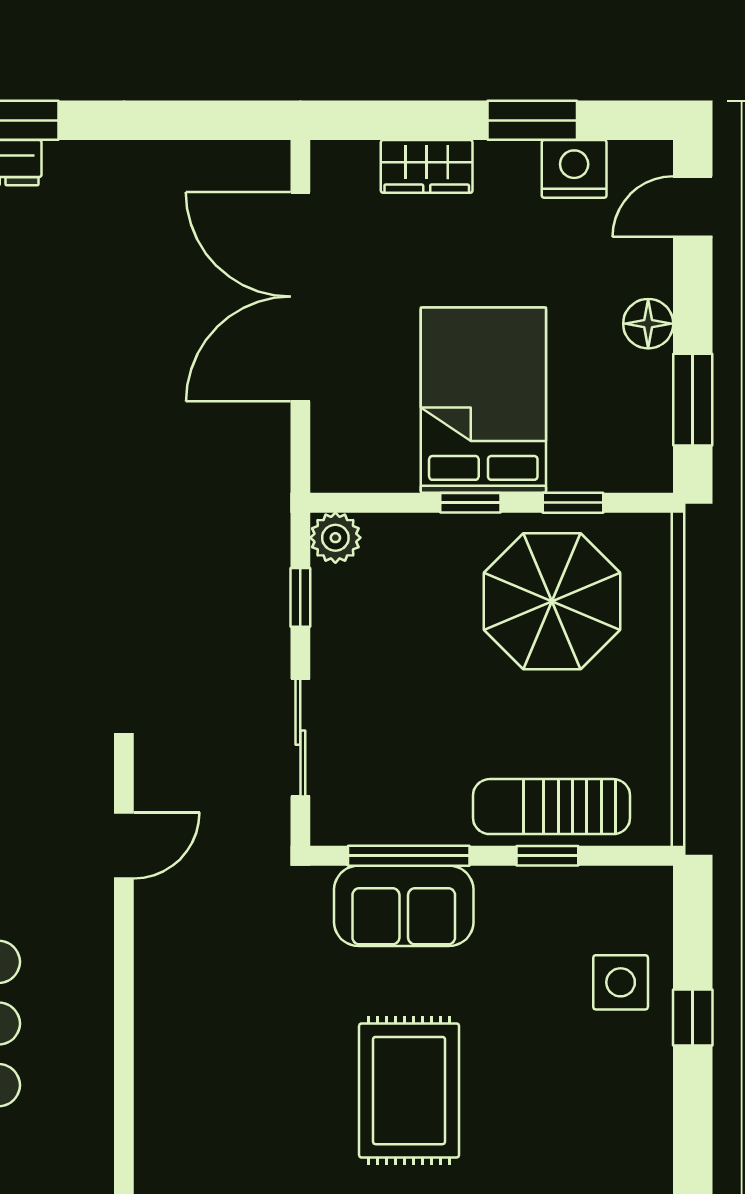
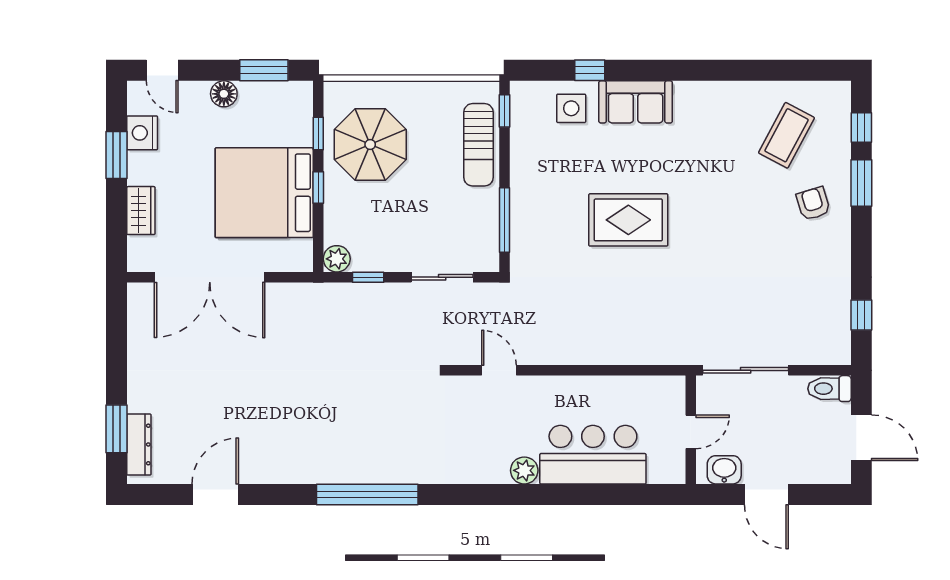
bed: (483, 400) -> (264, 193), width x1.36
window: (547, 856) -> (504, 111), moved
sofa: (404, 906) -> (636, 102), moved, turned 90

